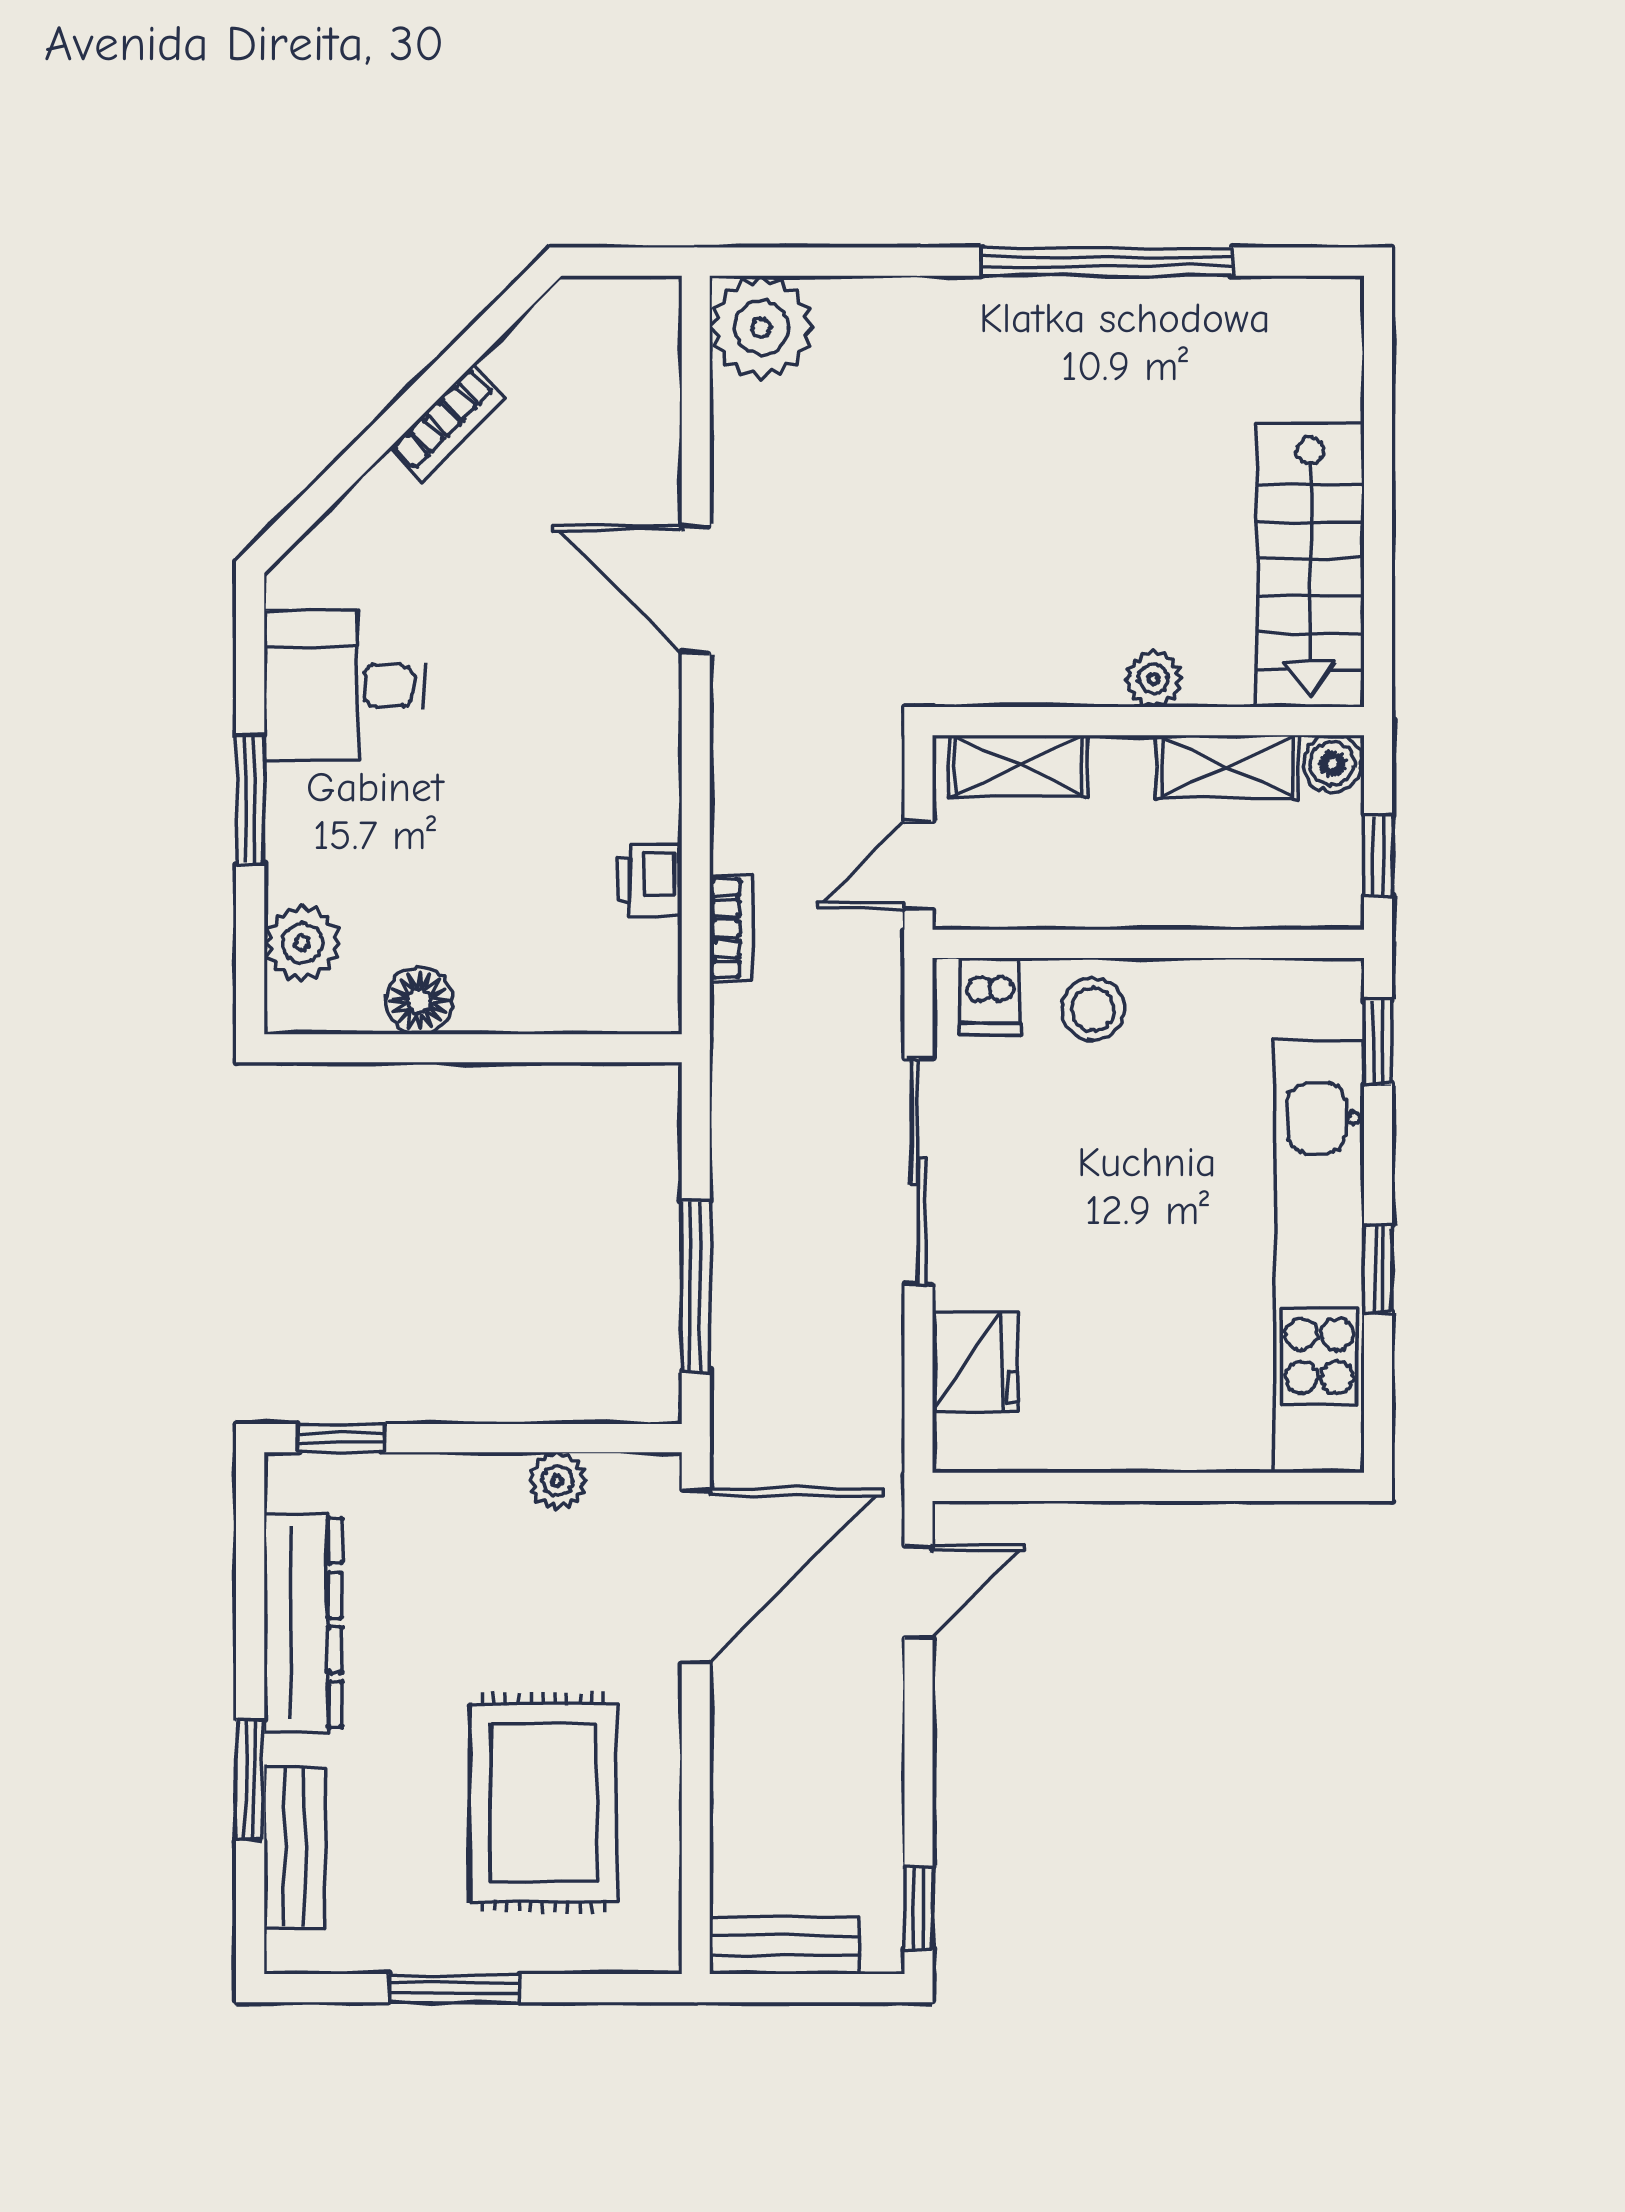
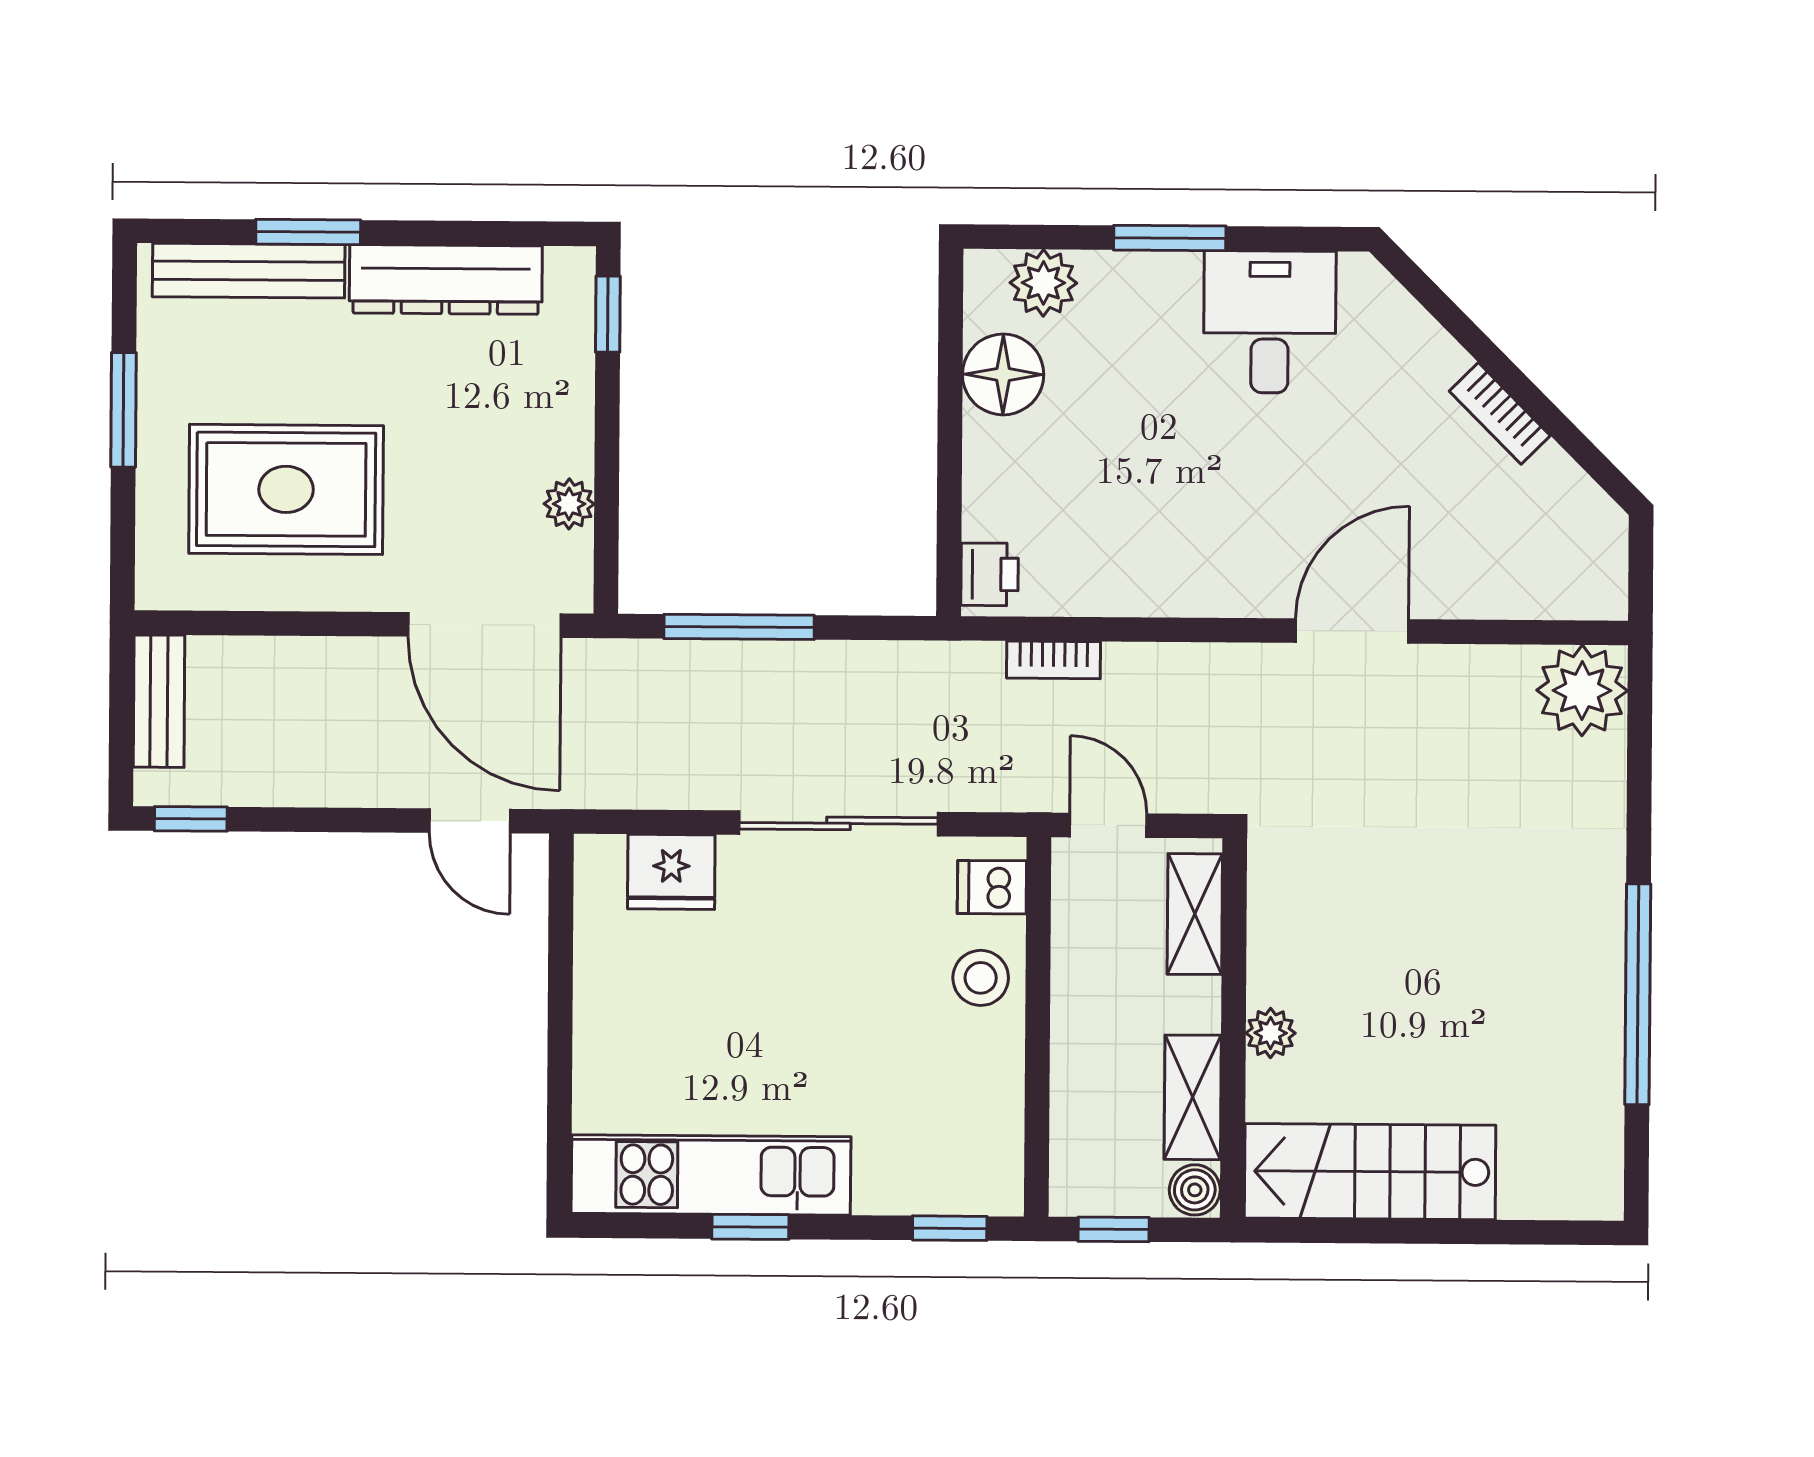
printer: (649, 880) -> (990, 574), moved, turned 90
floor lamp: (419, 1001) -> (1003, 374), width x1.38, depth x1.38
kitchen unit: (1319, 1256) -> (711, 1175), width x0.73
bench: (295, 1847) -> (249, 271), width x1.36

